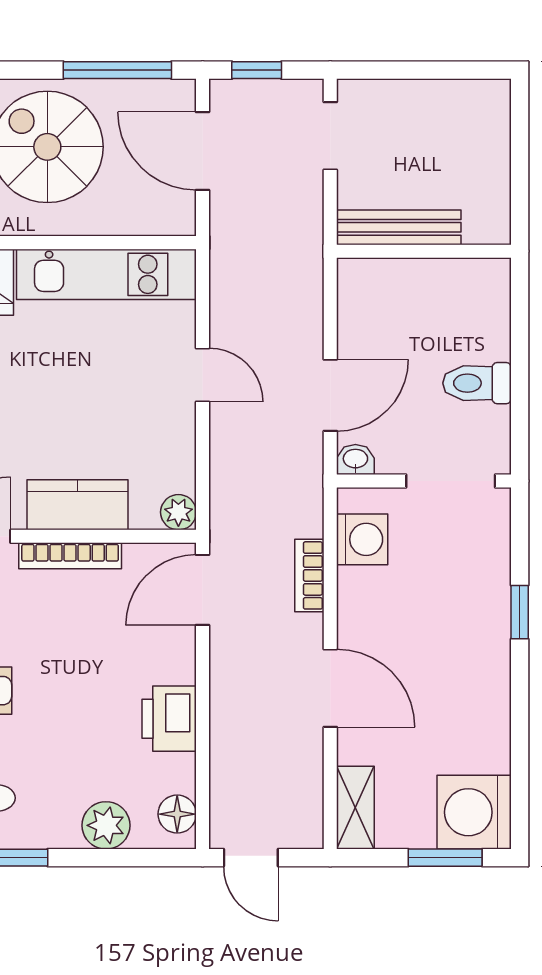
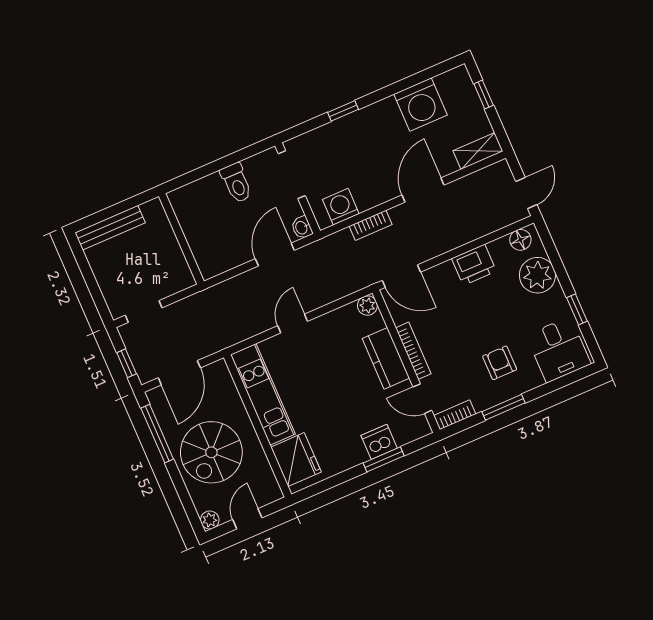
bench: (399, 227) -> (110, 228), moved, turned 90
door: (330, 395) -> (275, 254), hinge flipped
washing machine: (474, 812) -> (420, 105), moved
plant: (106, 825) -> (537, 275), width x1.36, depth x1.36
window: (445, 858) -> (484, 95), width x0.67

